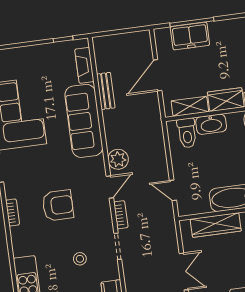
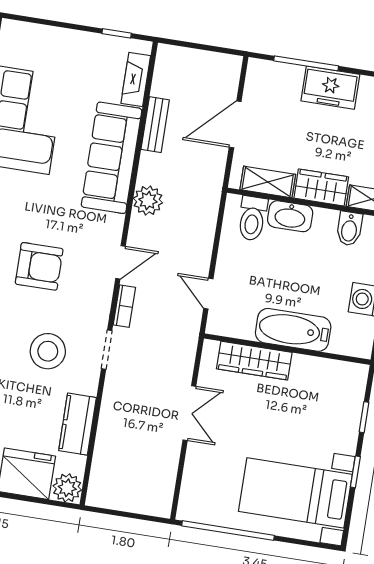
freezer: (190, 36) -> (330, 88), moved
plant: (118, 159) -> (148, 201), moved
stool: (80, 259) -> (48, 351), width x1.89, depth x1.89

